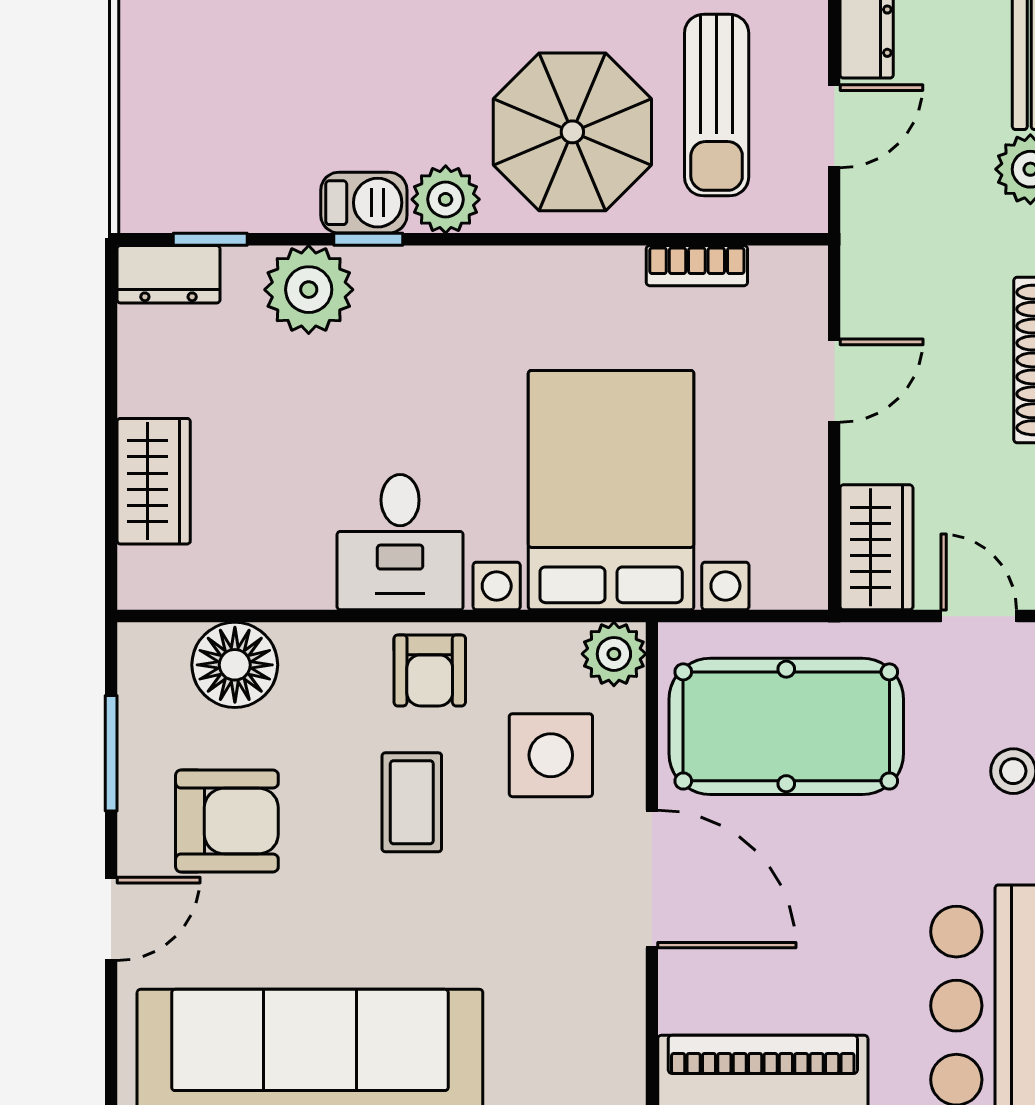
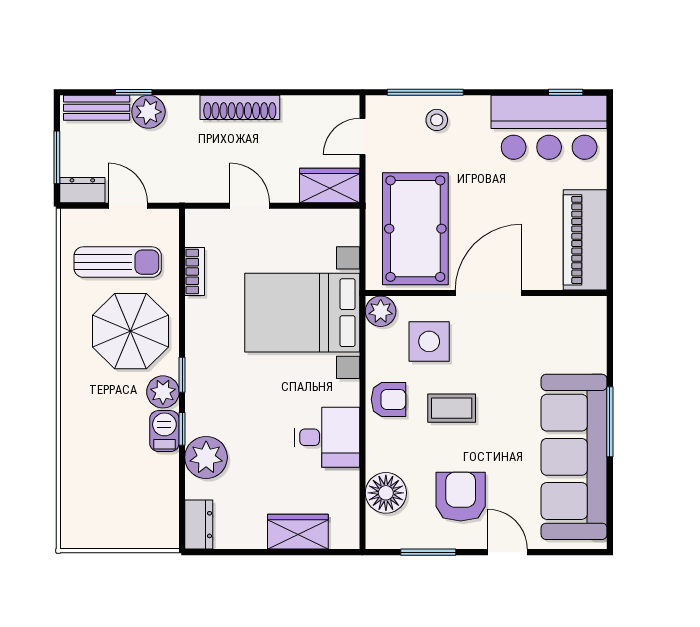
window: (210, 239) -> (182, 375), moved
desk: (400, 542) -> (327, 437), moved

